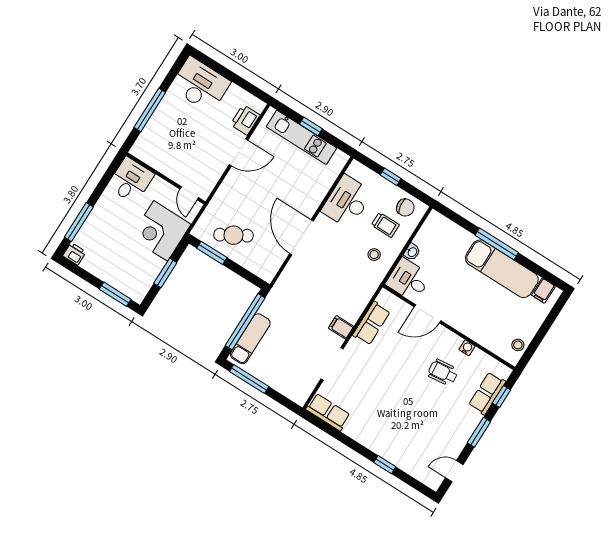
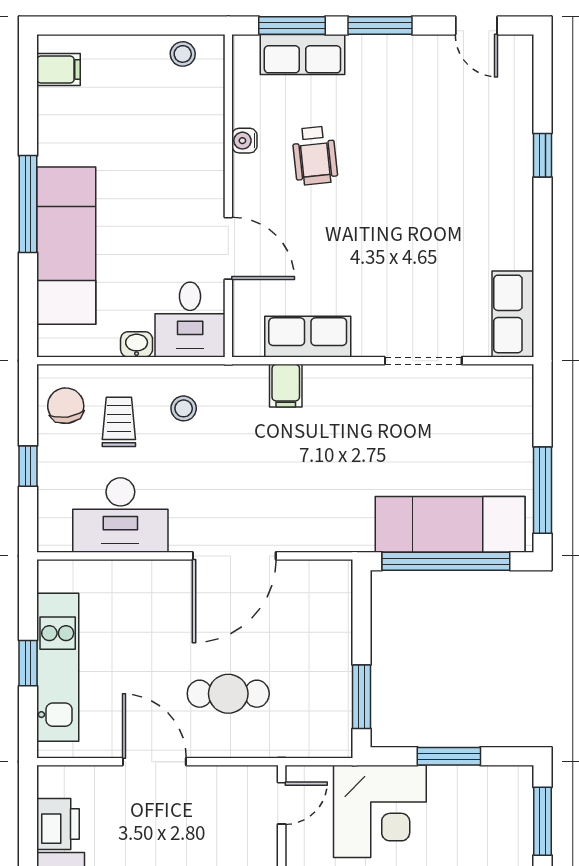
printer: (245, 120) -> (58, 824), moved, turned -90
cafe table: (233, 235) -> (228, 694), moved, turned -60
exam couch: (502, 269) -> (66, 246), moved
filing cabinet: (341, 327) -> (286, 386), moved
exam couch: (250, 339) -> (450, 524), width x1.36, depth x1.45
window: (501, 397) -> (292, 25), width x1.50

